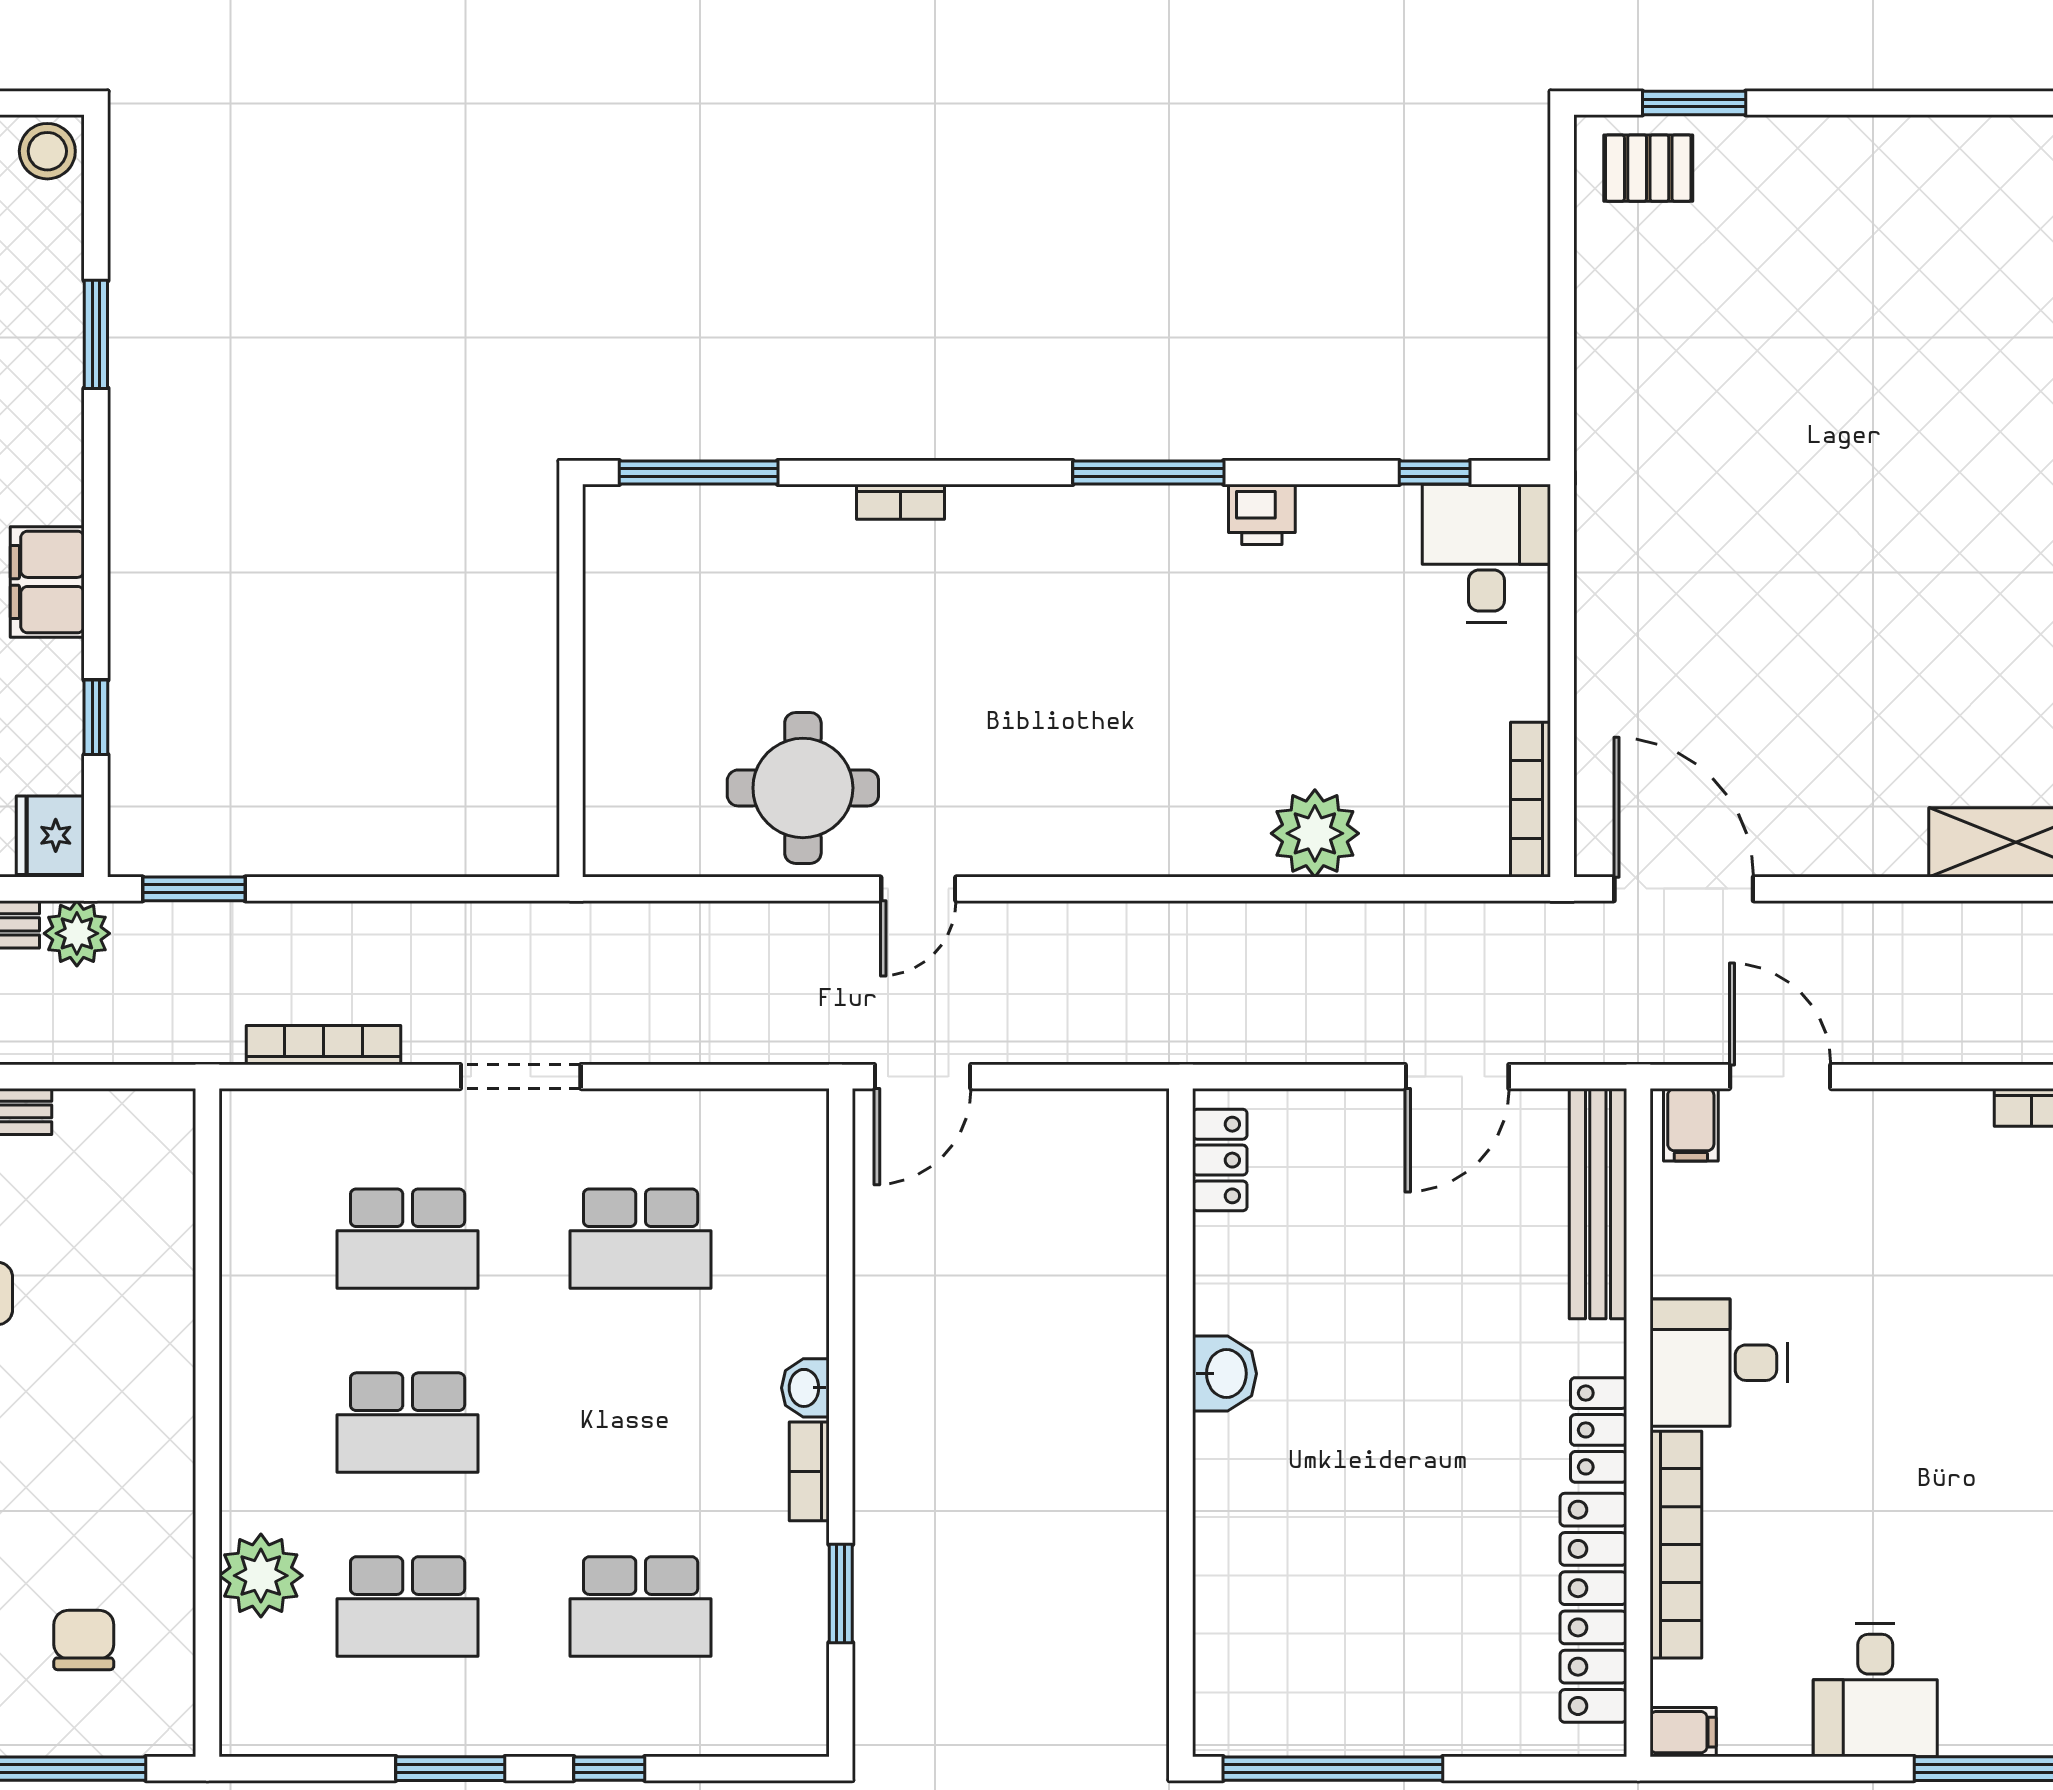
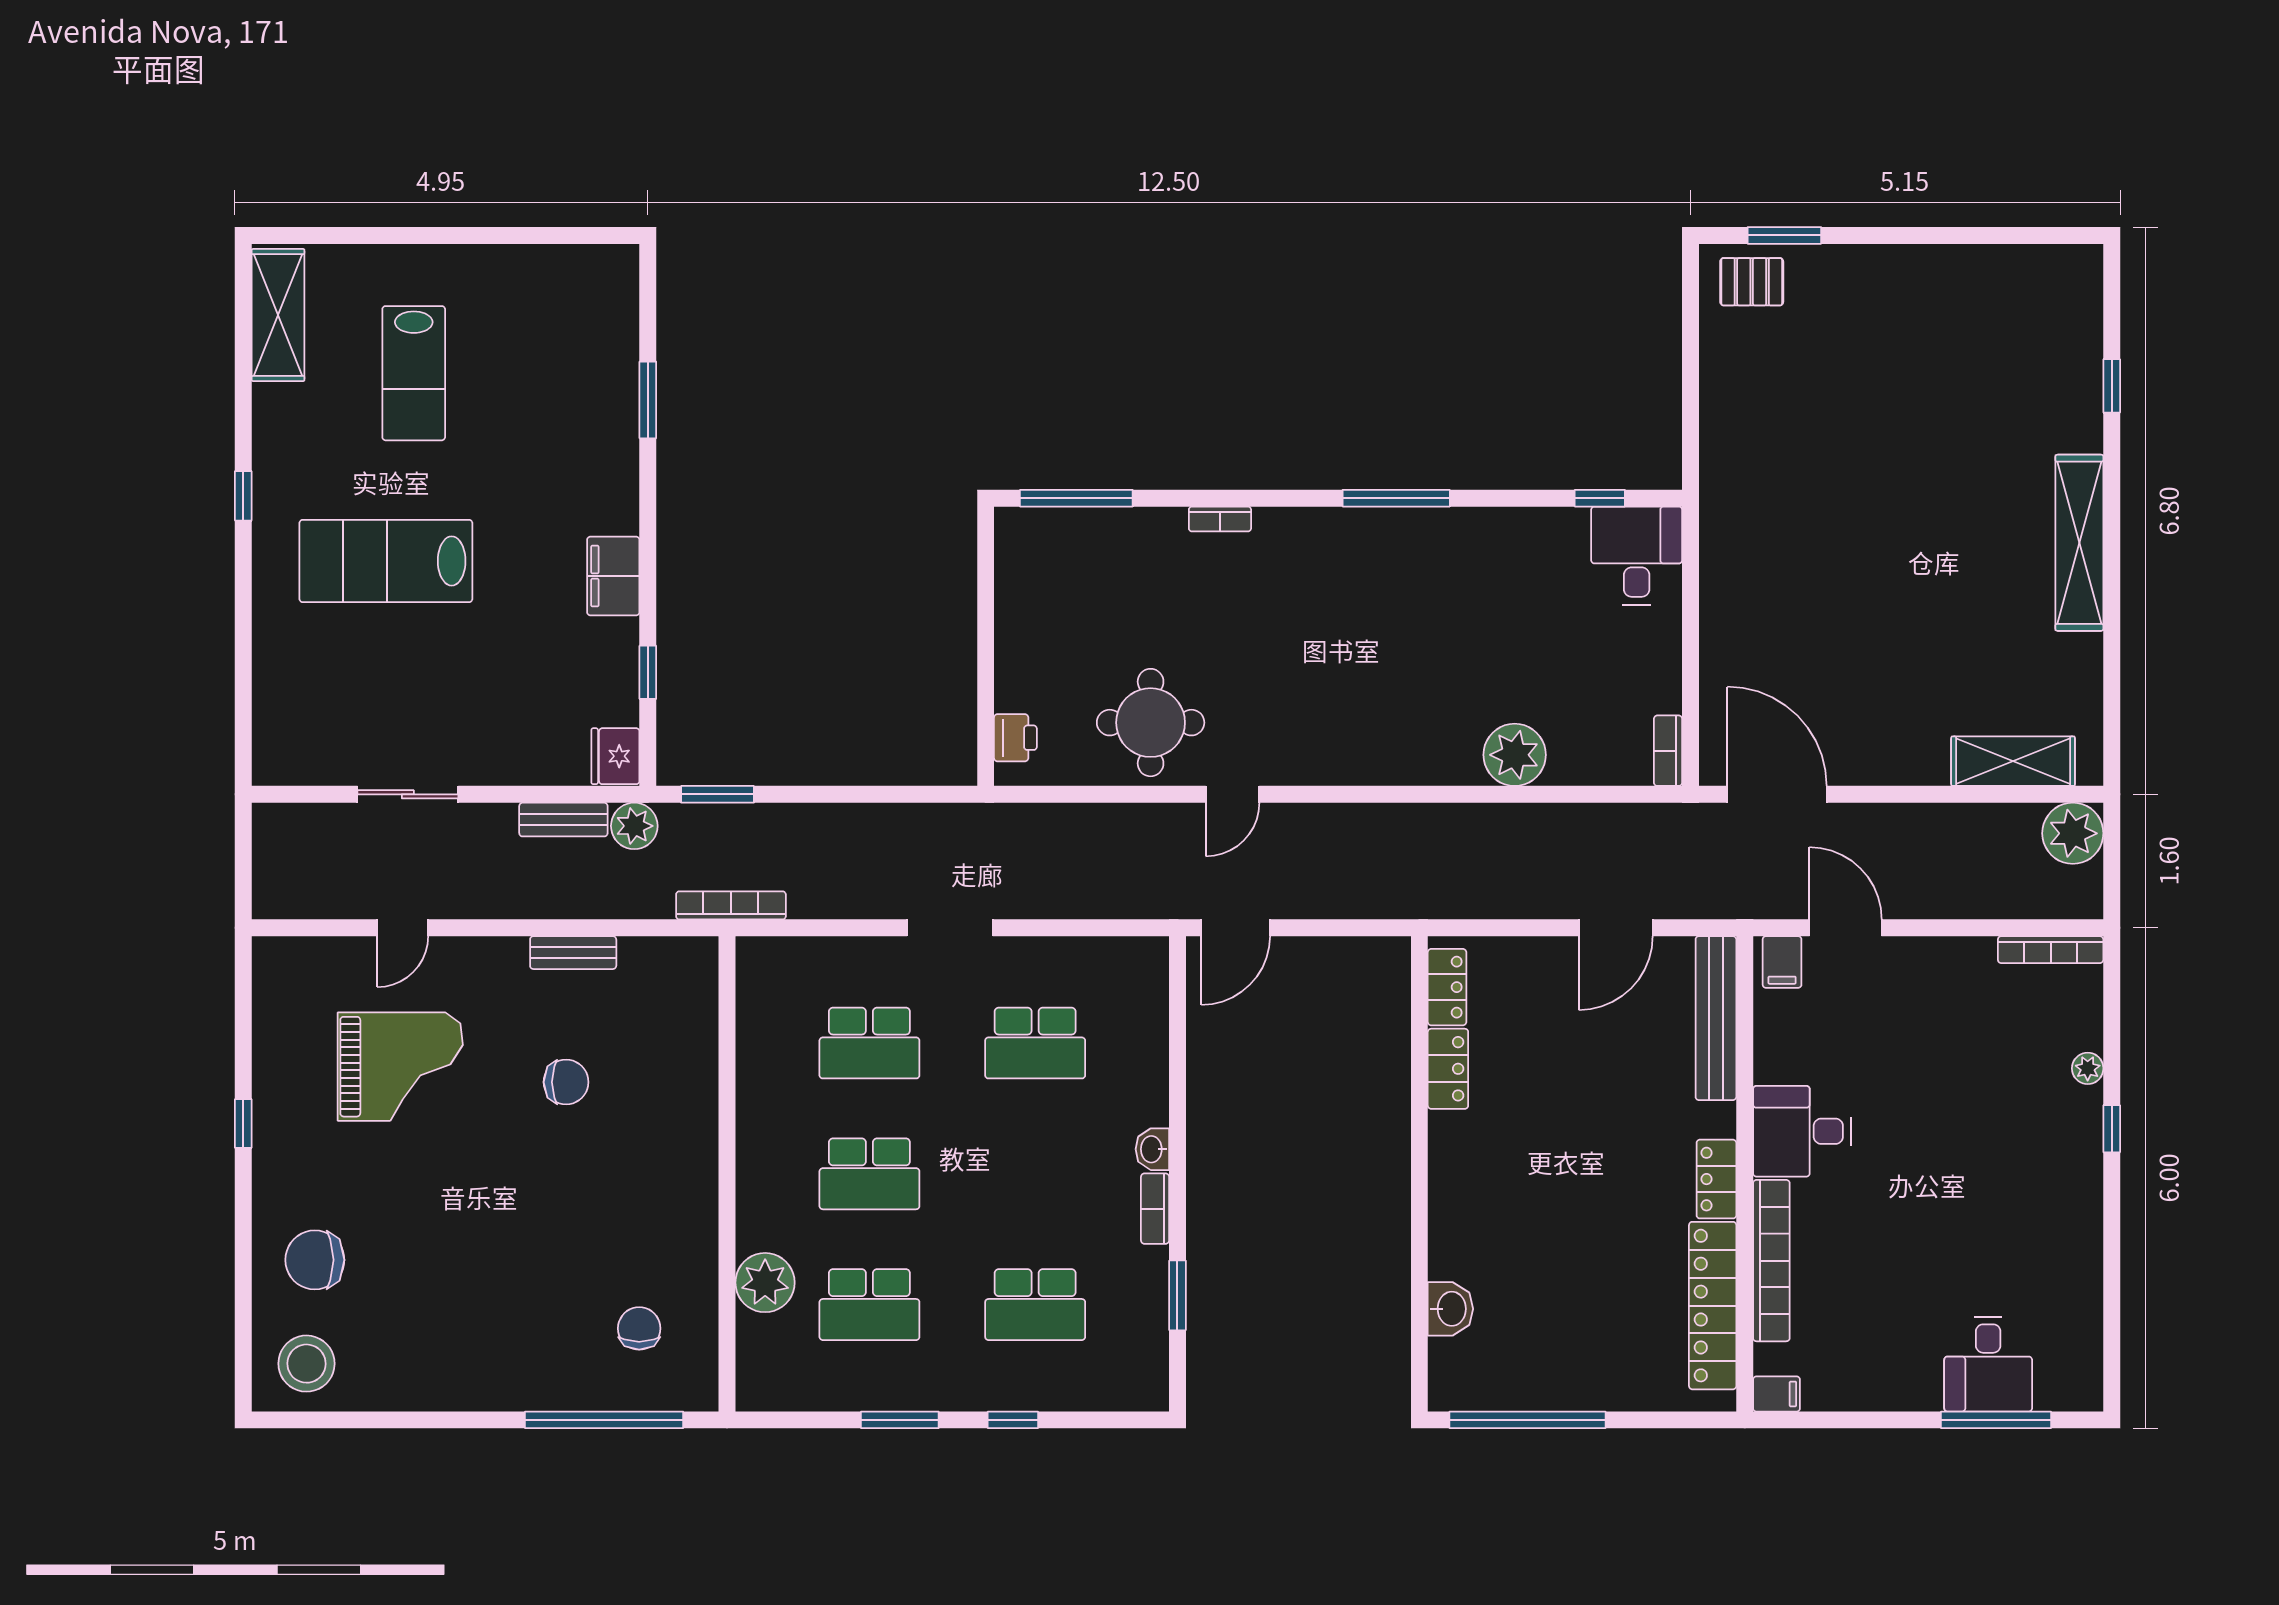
stool: (47, 151) -> (613, 270), removed
printer: (1262, 514) -> (1015, 738), moved, turned -90
bookcase: (1531, 800) -> (1668, 751), width x0.64
bookcase: (323, 1045) -> (731, 905), moved
locker: (1221, 1275) -> (1448, 1069), added
washbasin: (1225, 1374) -> (1450, 1309), moved
desk: (1875, 1690) -> (1988, 1364), moved

